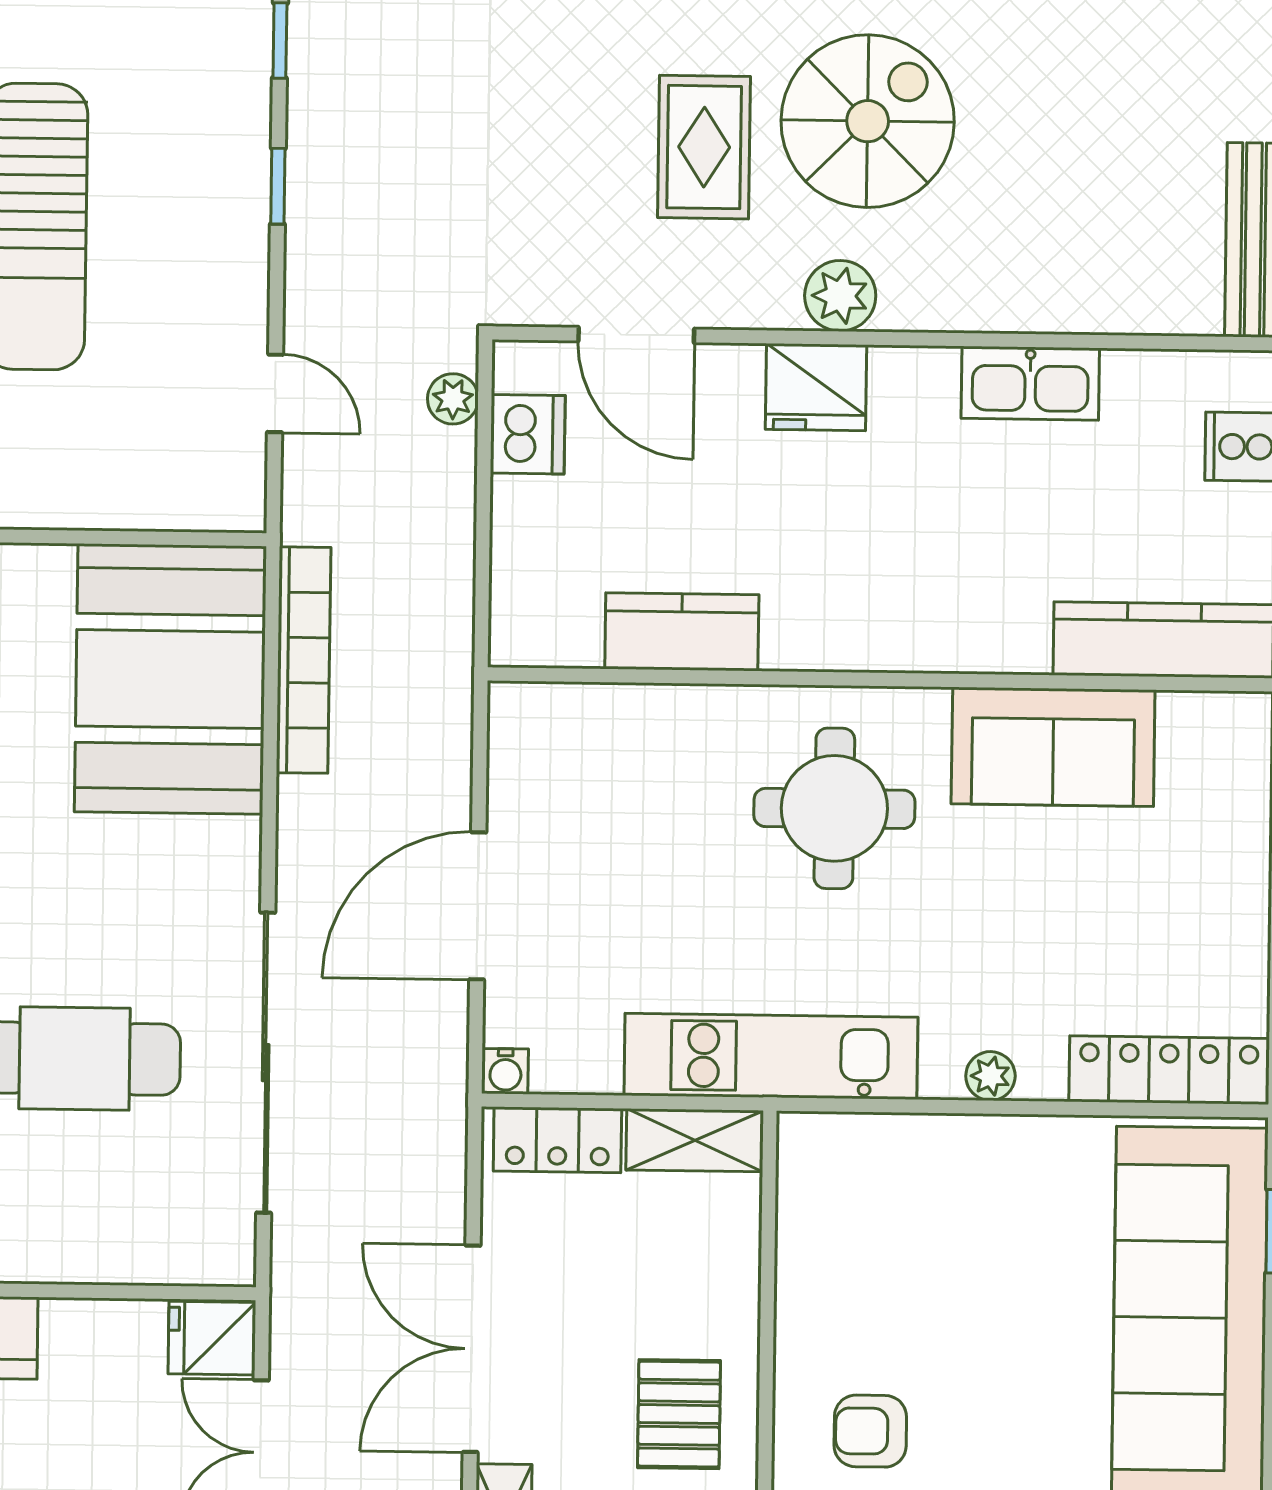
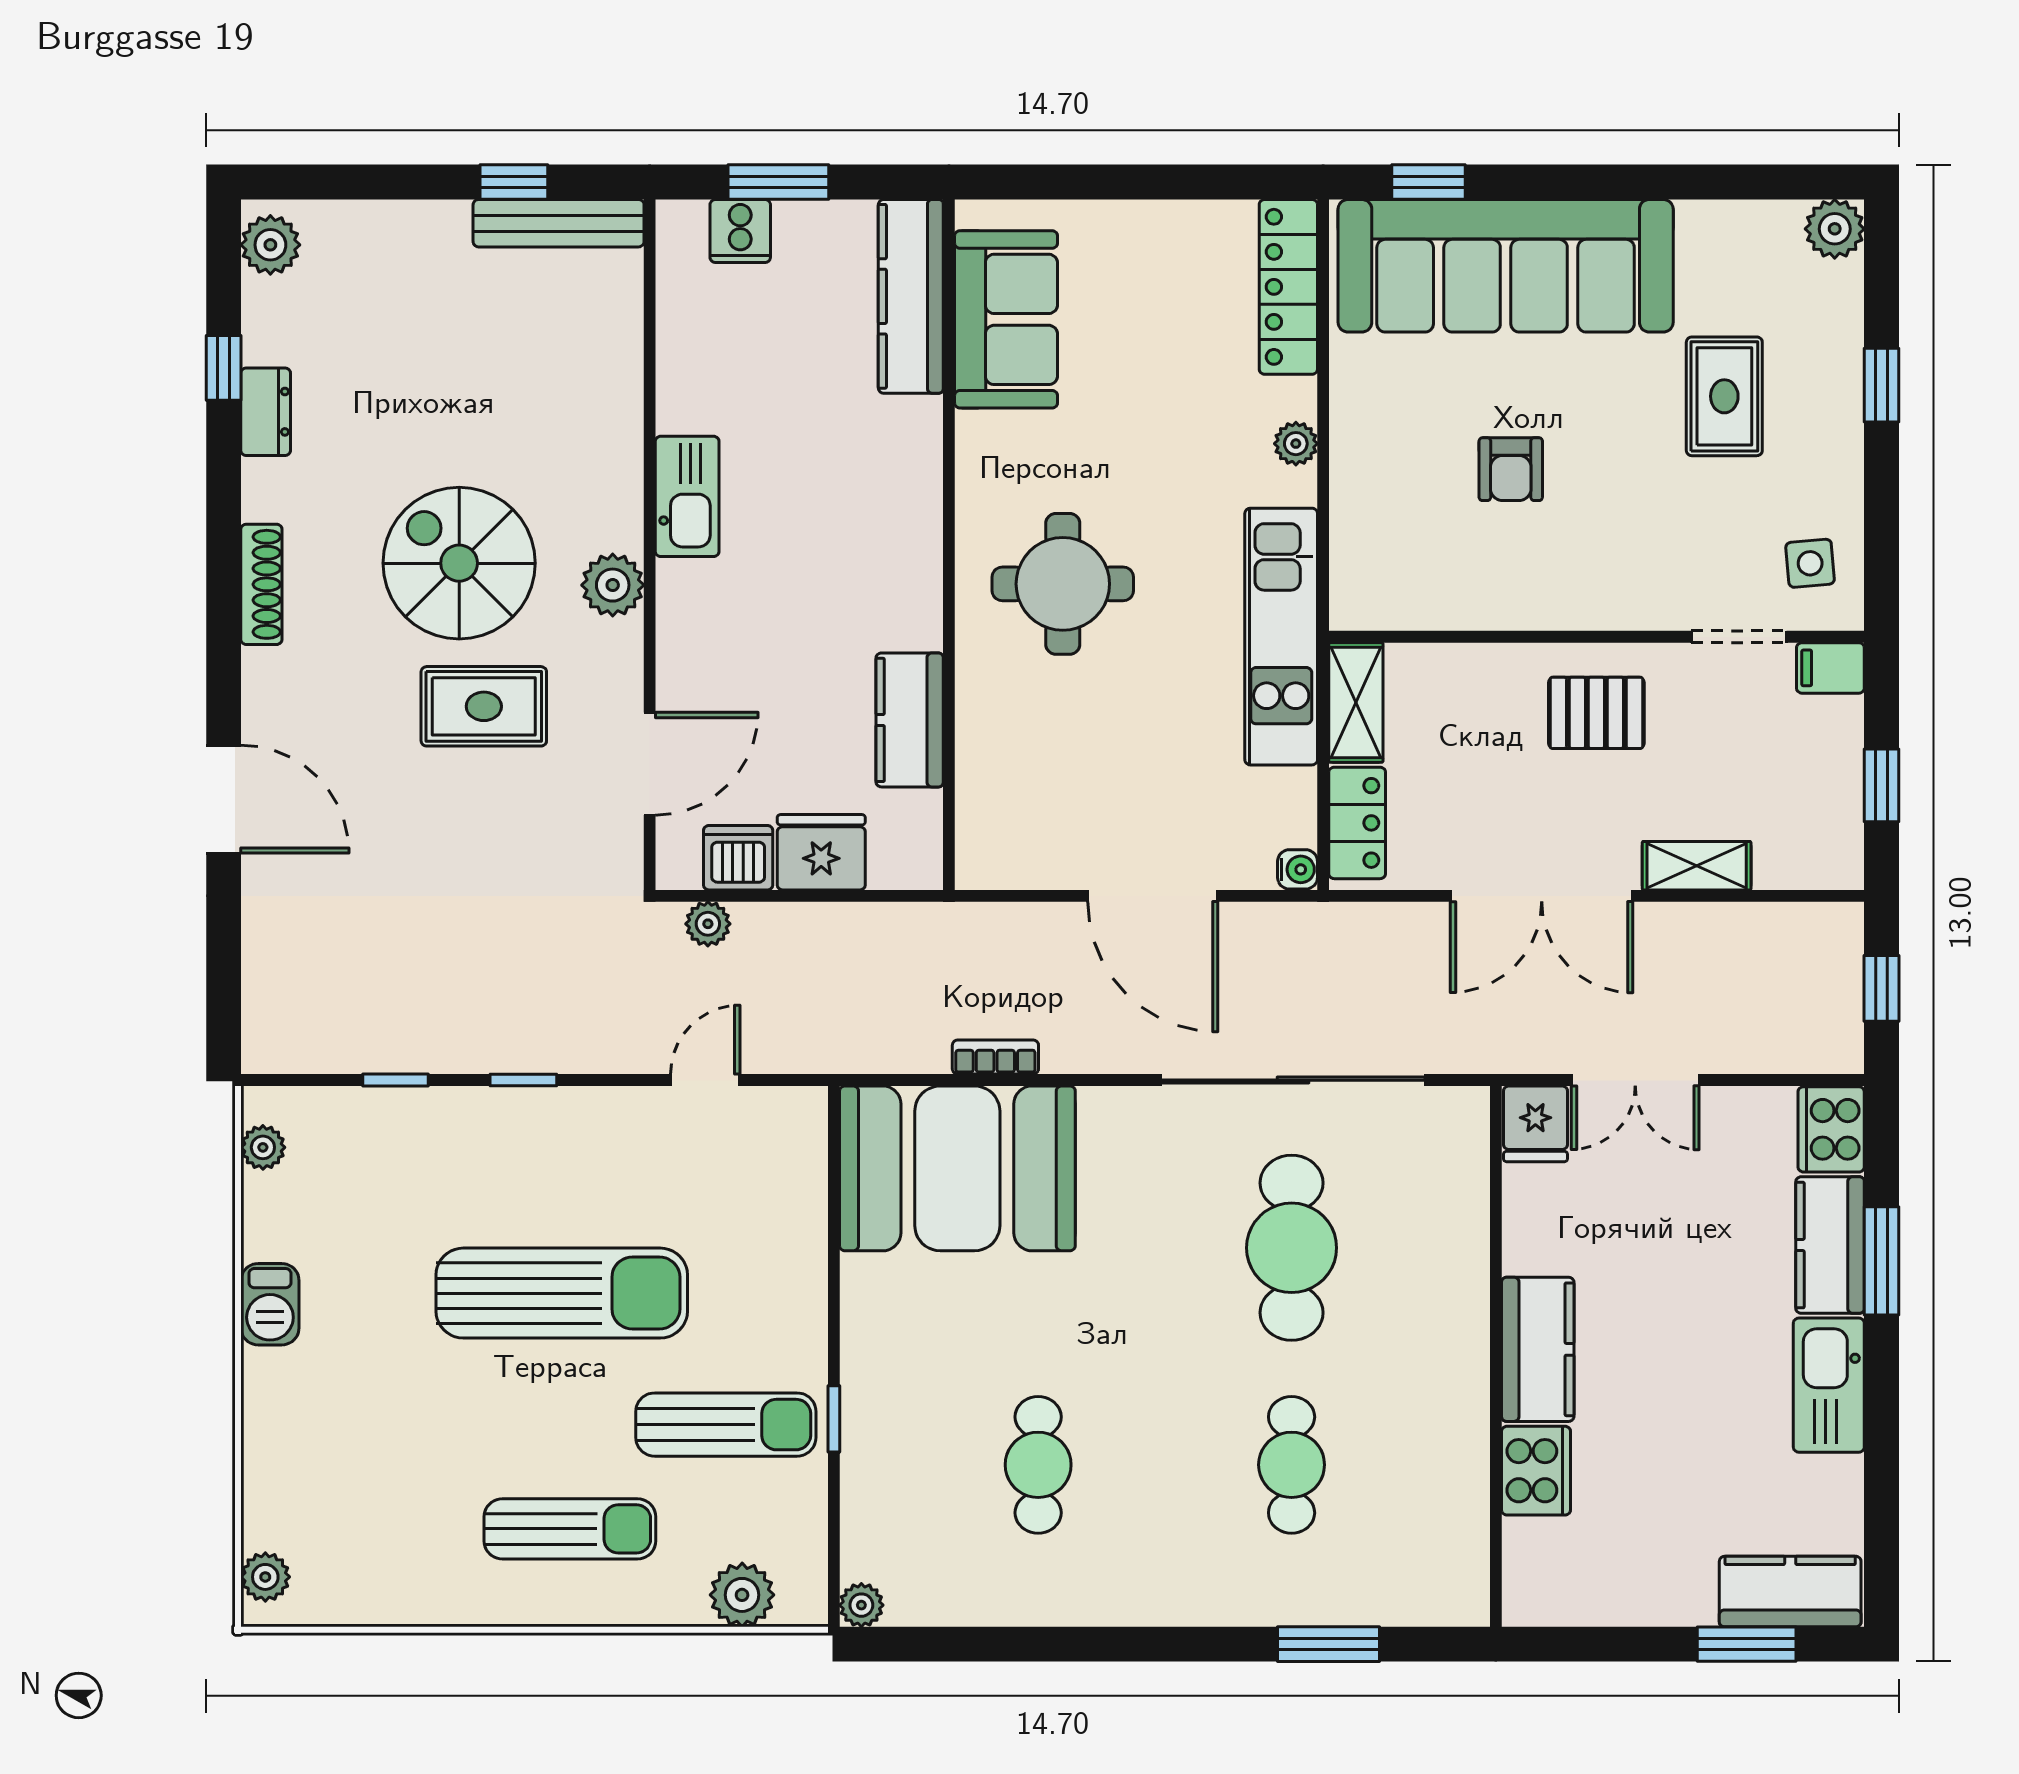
kitchen sink: (1030, 383) -> (687, 496), moved
fridge: (816, 387) -> (821, 852), moved, turned -90
bookcase: (304, 660) -> (995, 1057), width x0.43, depth x0.76
sofa: (1053, 747) -> (1006, 319), moved
armchair: (870, 1431) -> (1511, 469), moved

